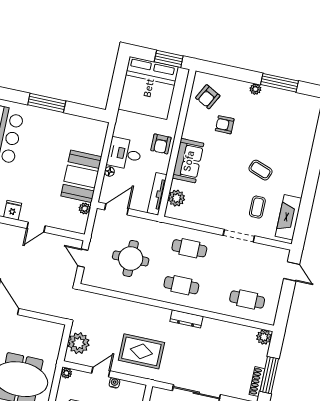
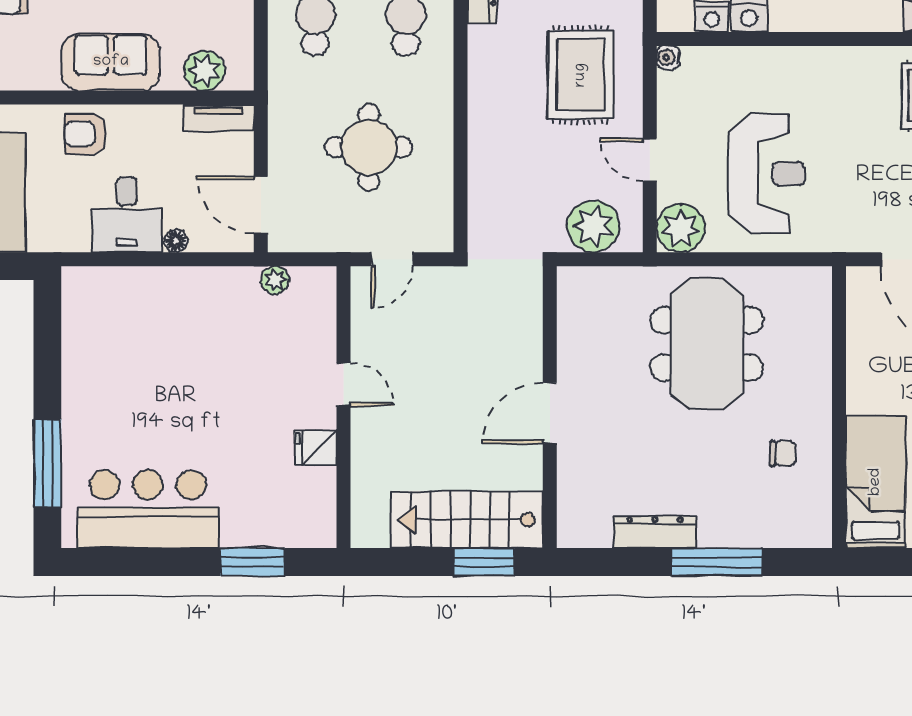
window: (47, 103) -> (47, 463), moved
armchair: (161, 144) -> (86, 134), turned 180
booth: (81, 176) -> (202, 304), removed
tv unit: (157, 194) -> (219, 118), width x0.71
plant: (66, 373) -> (681, 228), width x1.88, depth x1.88
water cooler: (114, 383) -> (668, 57), moved

